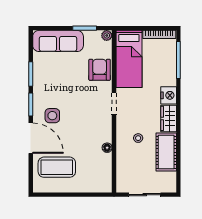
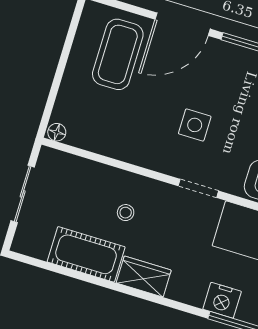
nightstand: (169, 95) -> (222, 300), moved
side table: (52, 116) -> (195, 125), moved
floor lamp: (107, 148) -> (57, 132), moved

